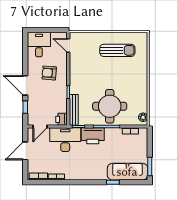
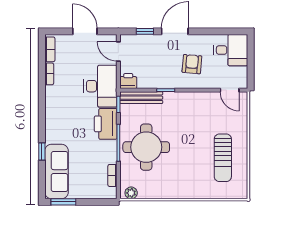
door: (68, 45) -> (230, 90), swing flipped

